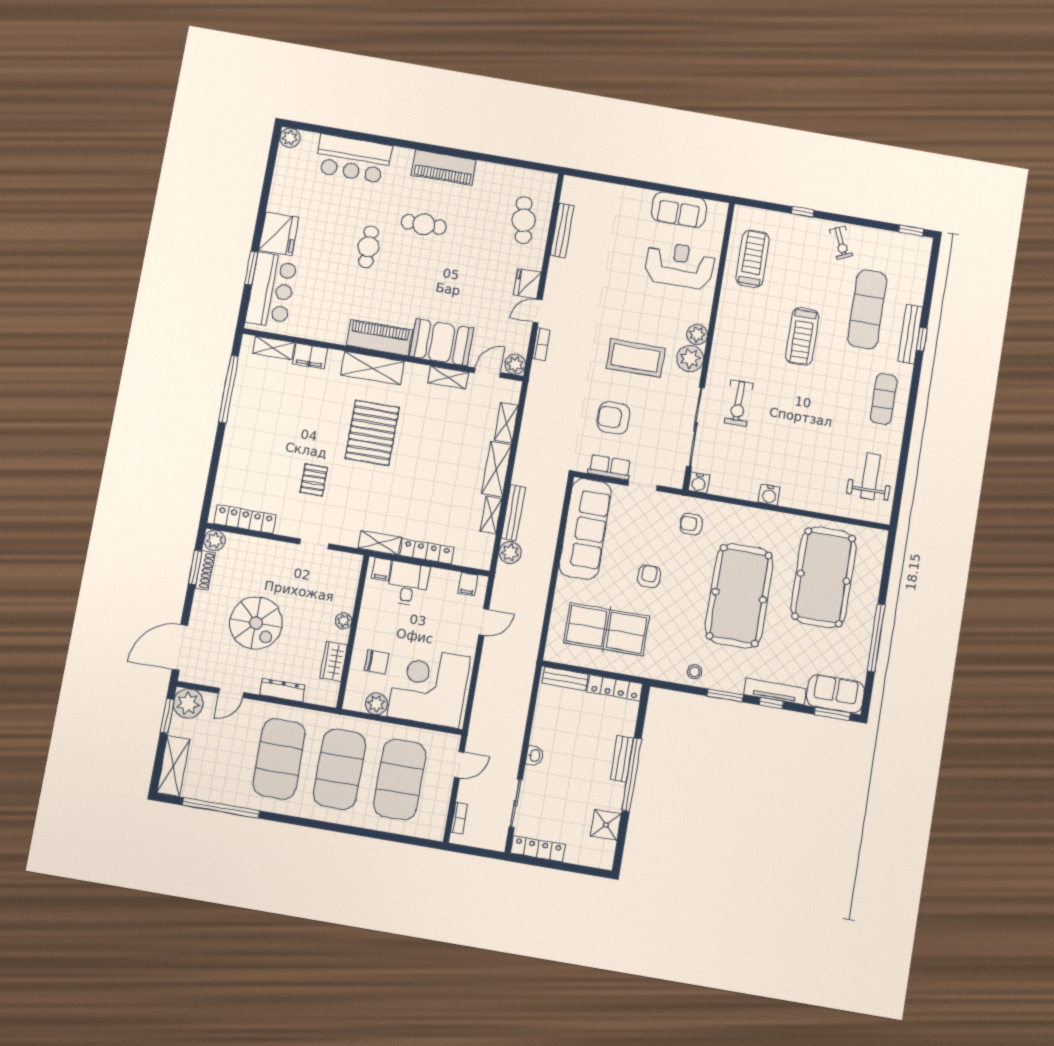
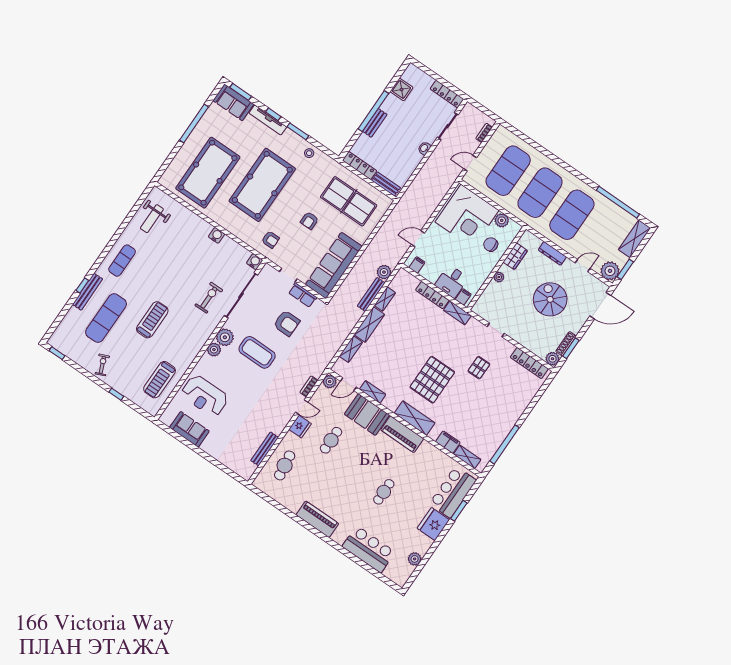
plant: (290, 138) -> (415, 559), moved
cafe table: (424, 224) -> (331, 440), moved, turned 90

